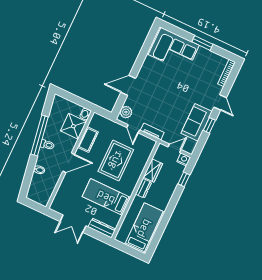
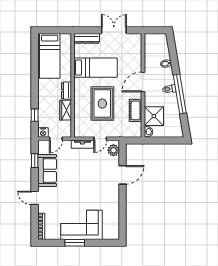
corner sofa: (174, 50) -> (82, 225), moved
window: (209, 125) -> (35, 161), moved
door: (133, 129) -> (100, 139), swing flipped

